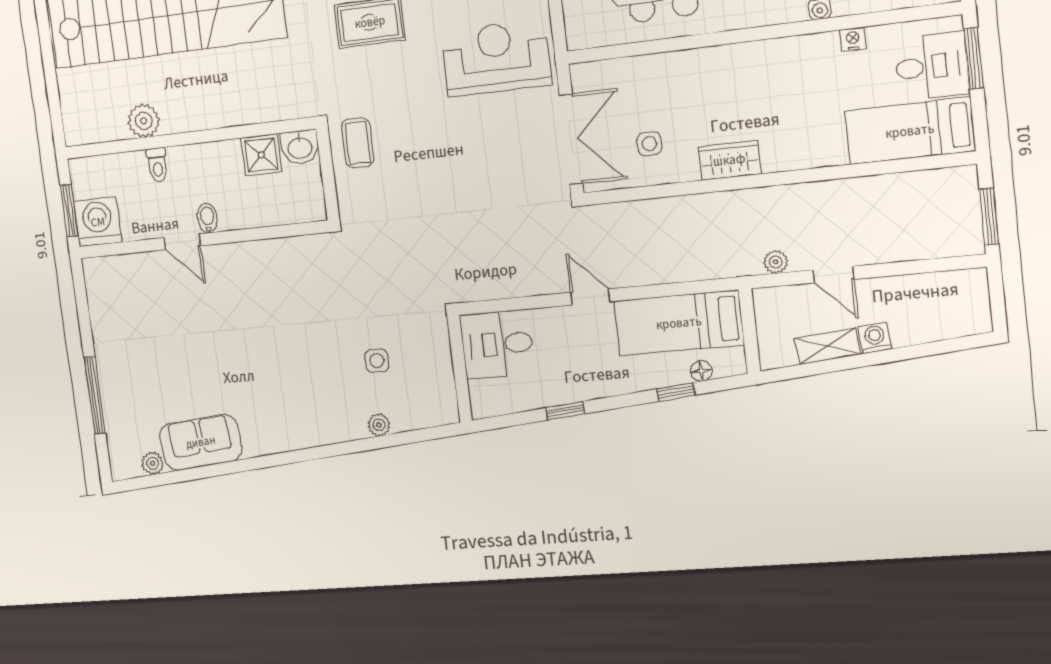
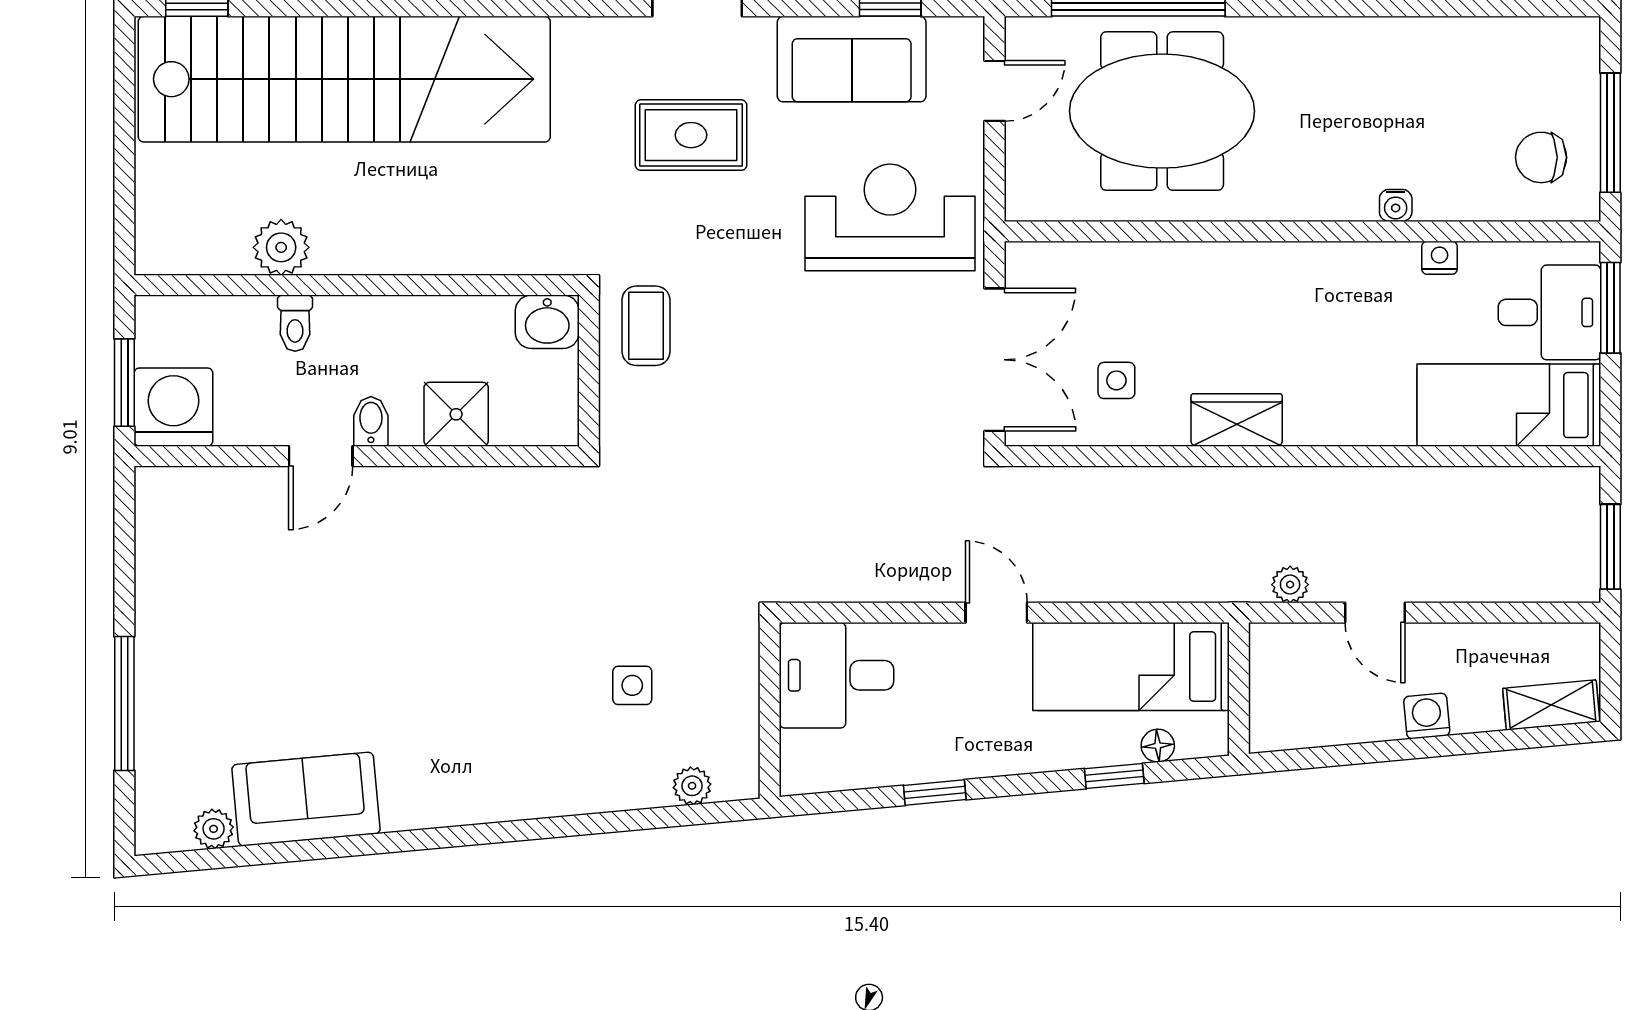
shower: (261, 155) -> (456, 414), moved
door: (182, 242) -> (321, 456), hinge flipped
shelving: (828, 346) -> (1551, 705), moved
plant: (379, 425) -> (692, 786), moved

